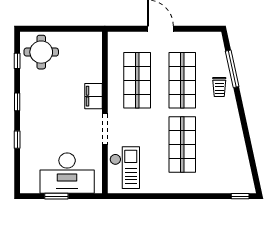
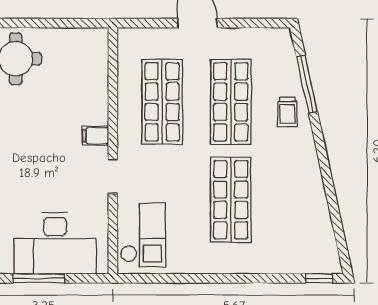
filing cabinet: (94, 96) -> (95, 136), width x0.50
doorway: (105, 129) -> (113, 176), width x0.73
window: (56, 196) -> (39, 278), width x1.44

